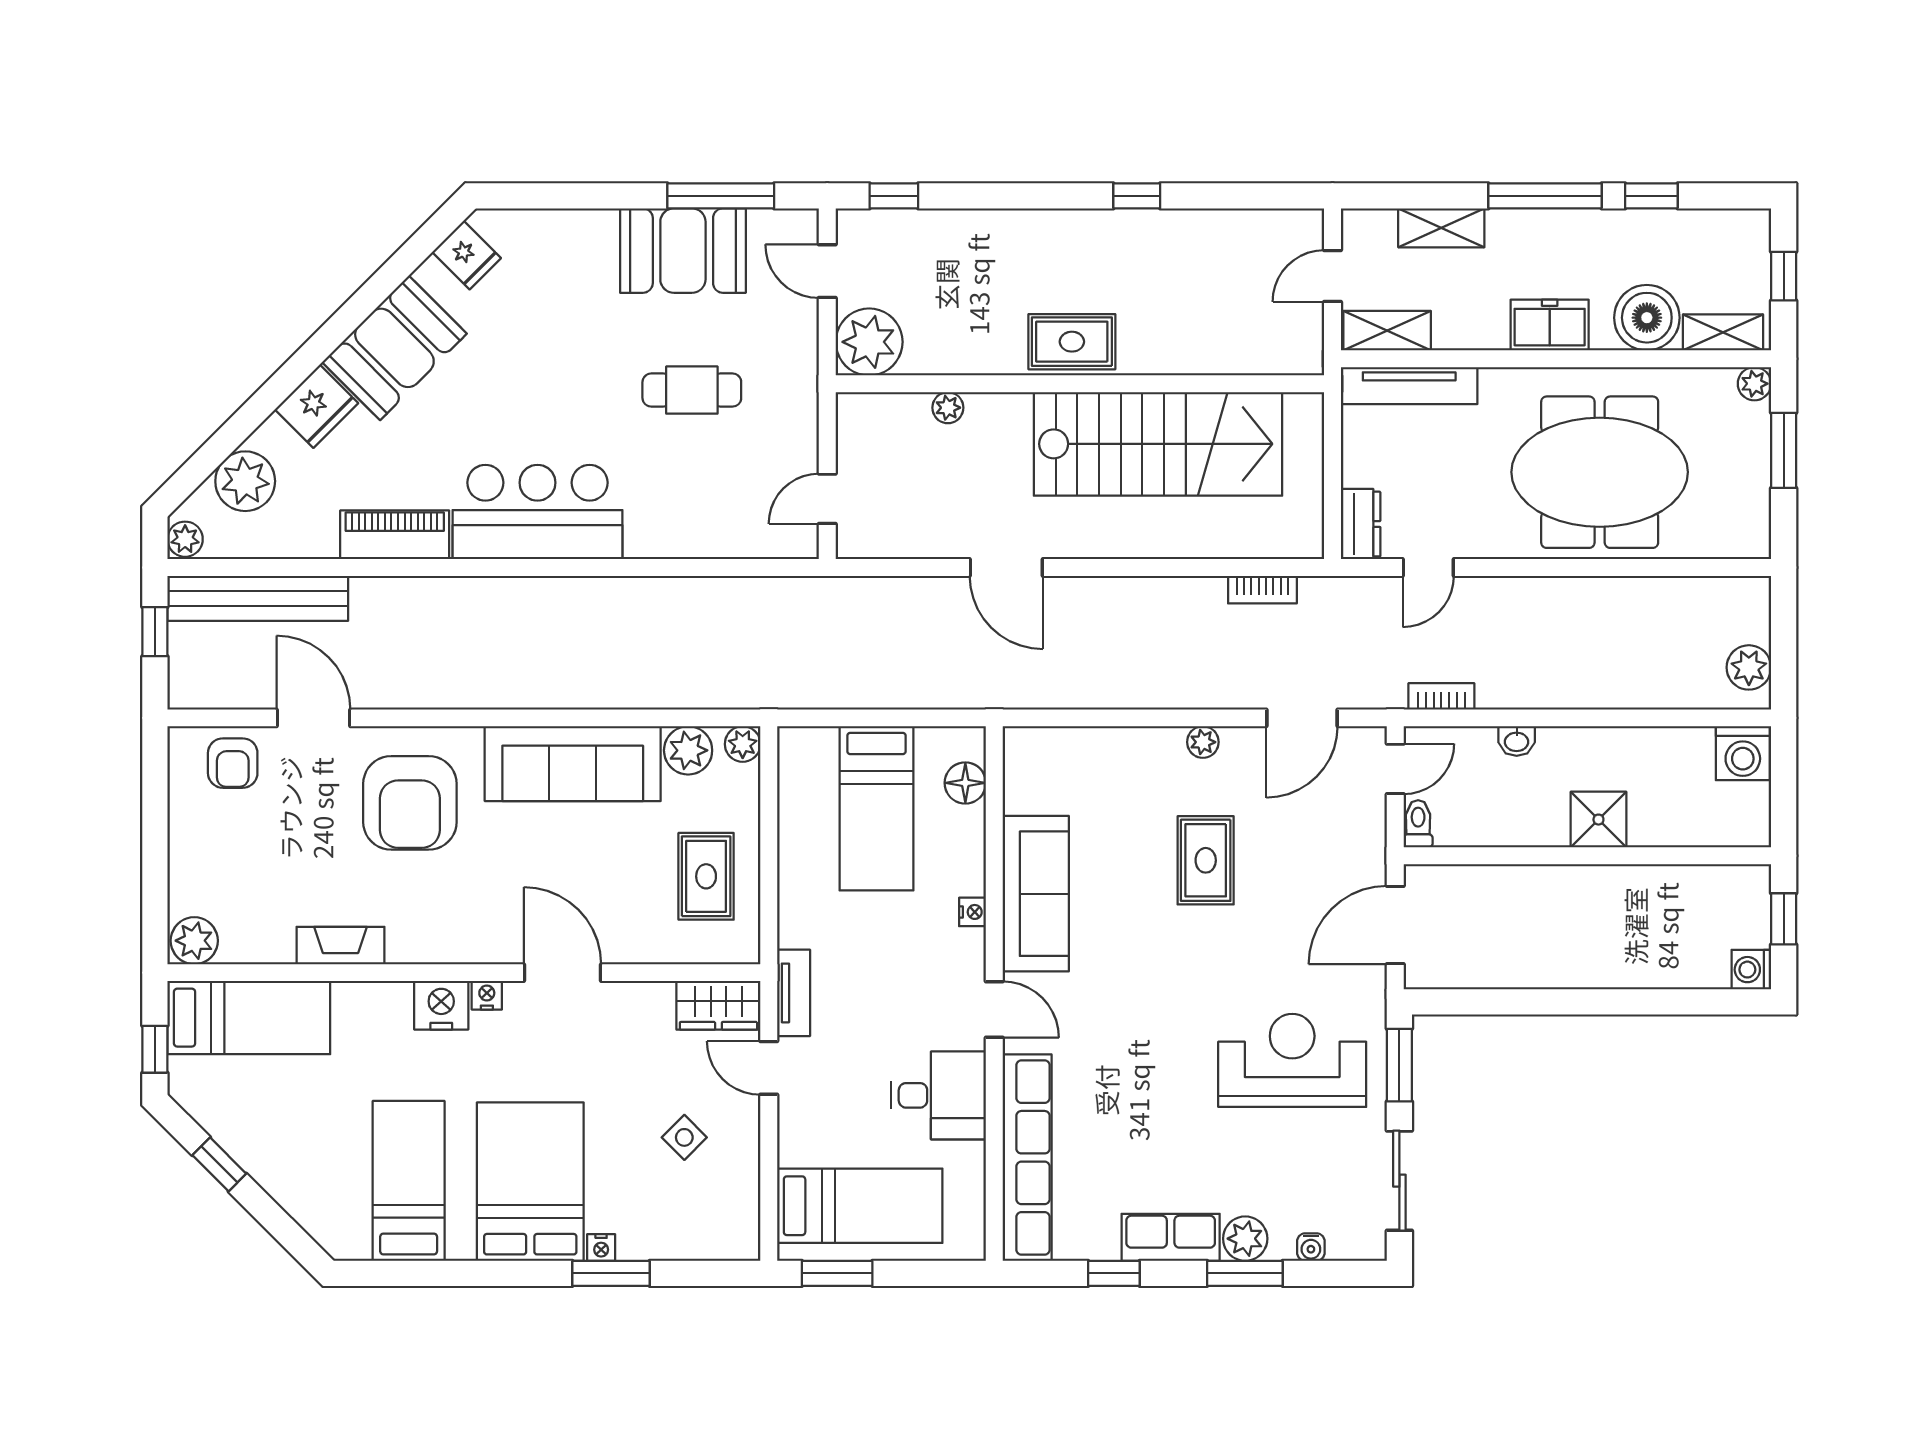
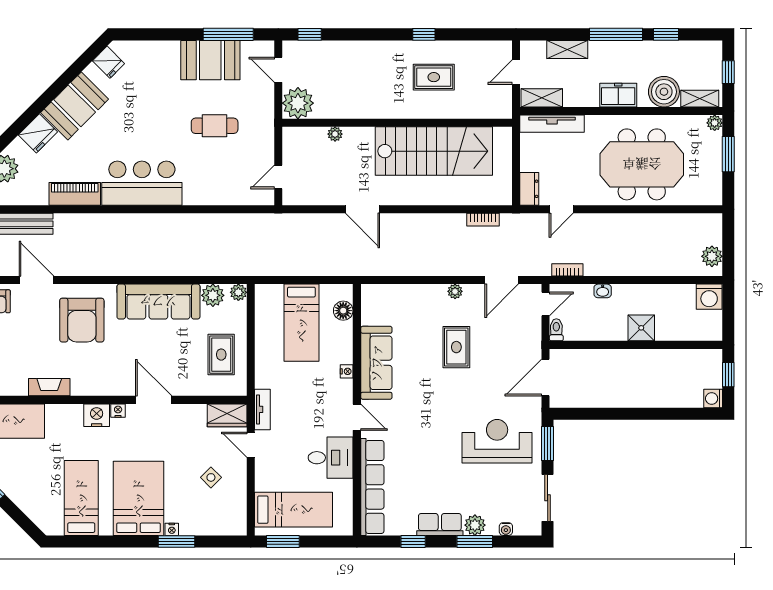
rug: (1072, 342) -> (434, 77), moved

